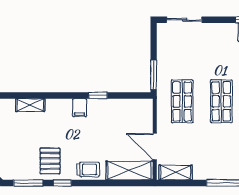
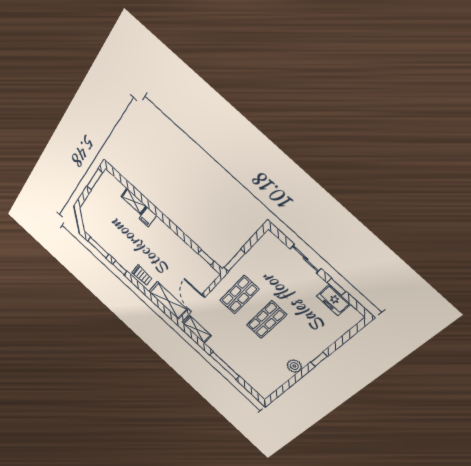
sliding door: (184, 20) -> (306, 259), moved
window: (98, 95) -> (206, 257), moved
filing cabinet: (80, 108) -> (148, 217), moved
pallet: (50, 161) -> (122, 248), removed

